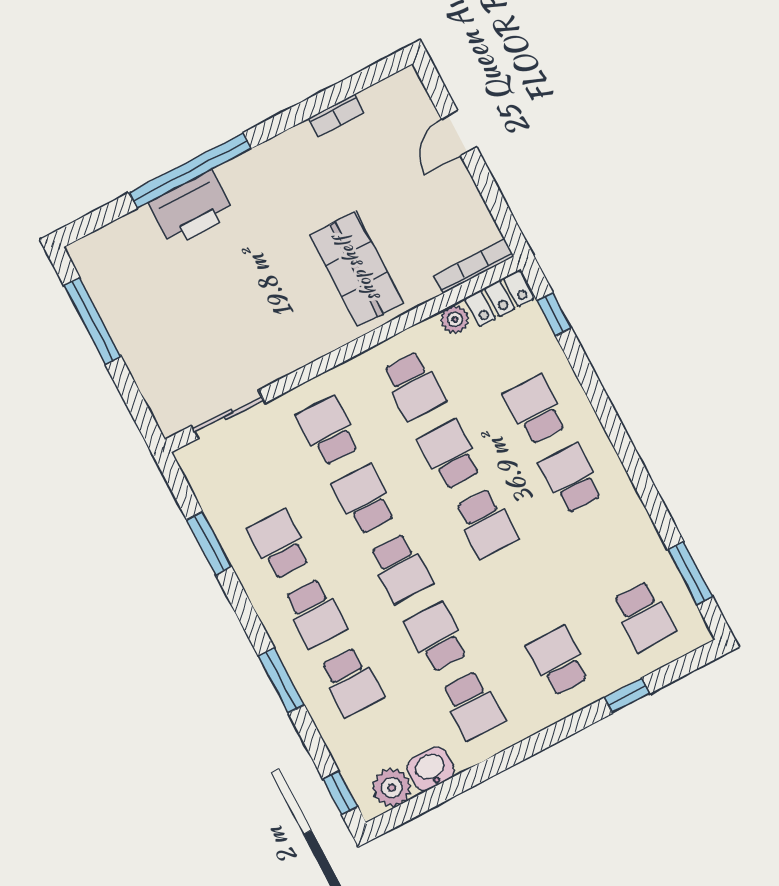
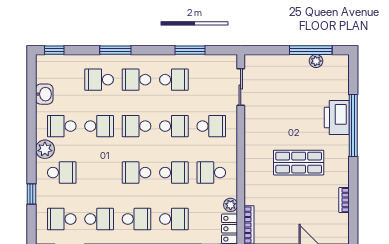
shop shelf: (357, 269) -> (299, 163), moved
plant: (108, 301) -> (316, 61), added
school desk: (607, 547) -> (99, 219), added
plant: (392, 788) -> (45, 149), moved

